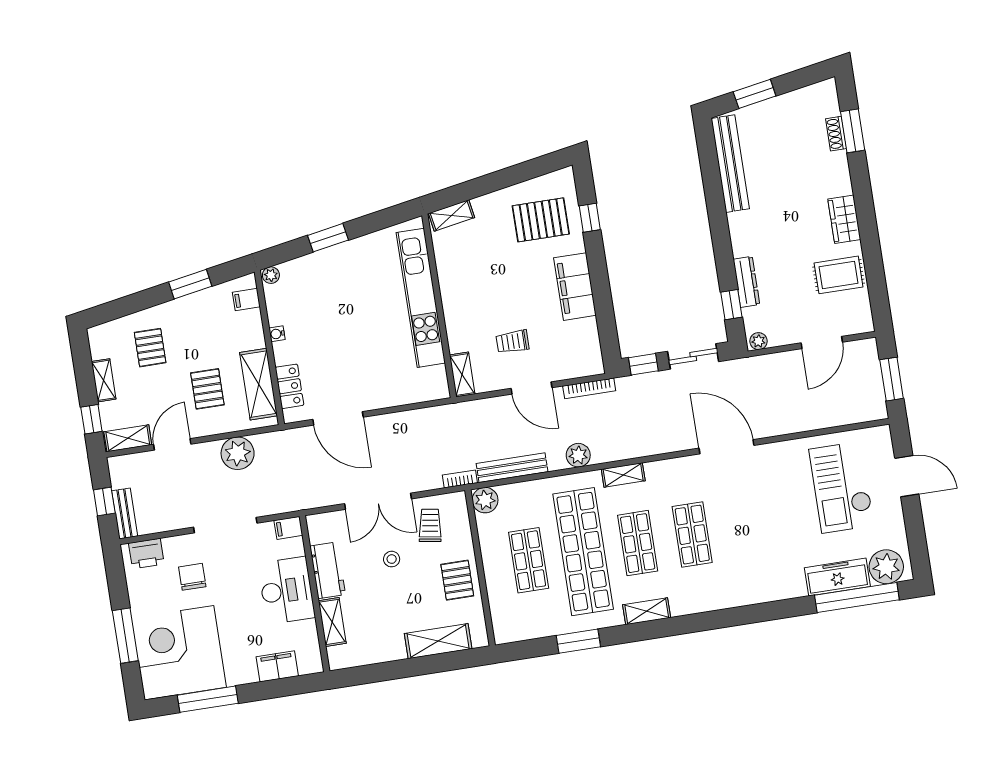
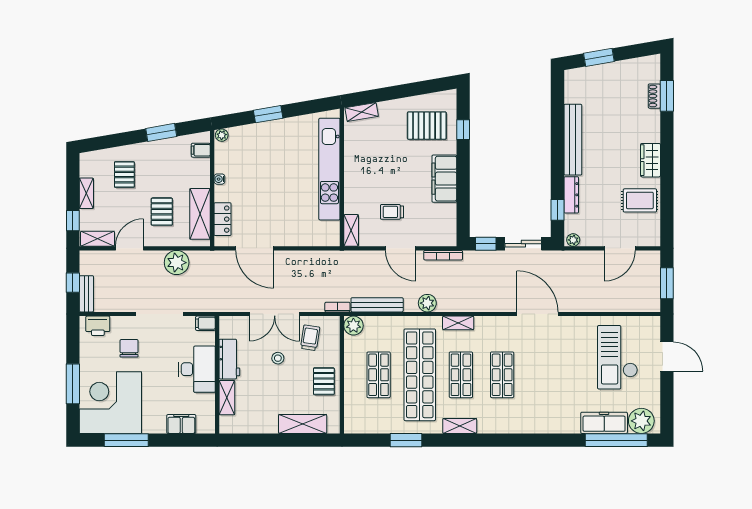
bench: (730, 164) -> (573, 140), moved

